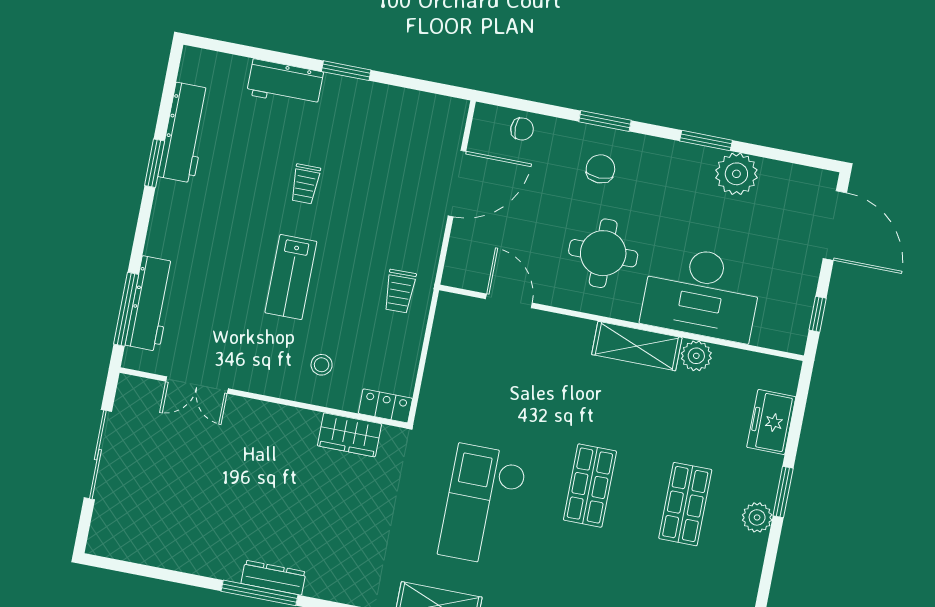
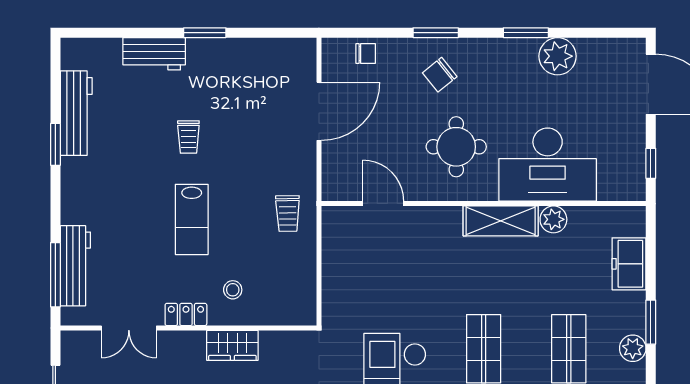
chair: (600, 169) -> (440, 75), turned -129
locker: (385, 406) -> (186, 314), moved
wardrobe: (349, 435) -> (232, 345), moved

